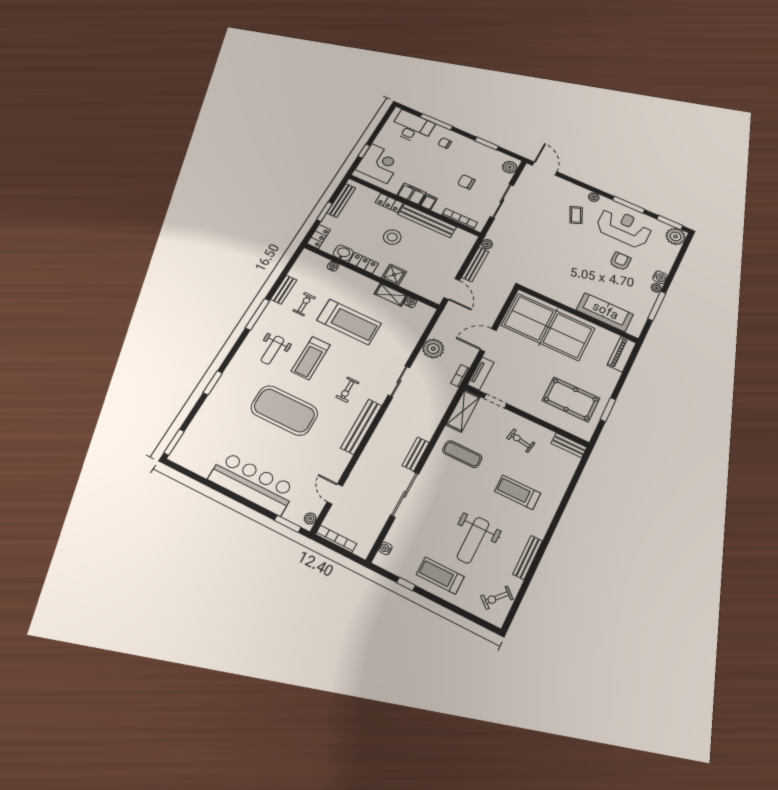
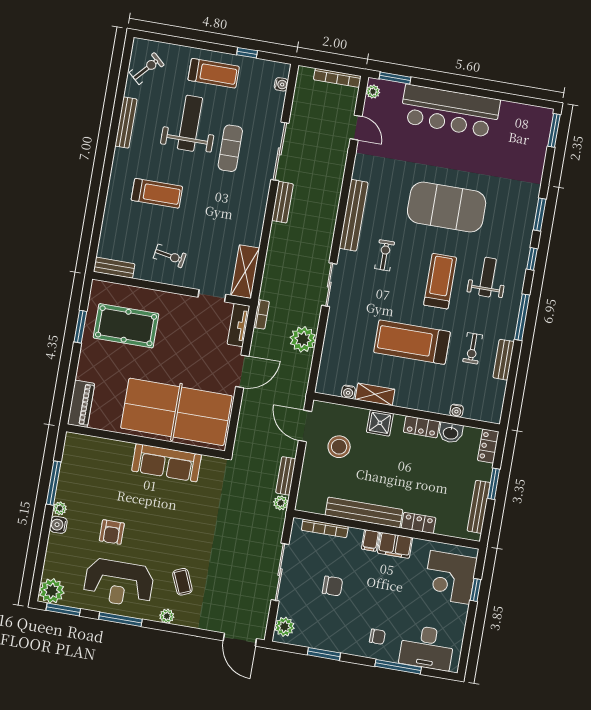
stool: (392, 237) -> (339, 447), moved
bench: (475, 264) -> (286, 476), width x0.73
sofa: (605, 312) -> (167, 463), moved
window: (232, 353) -> (532, 259), added
exercise mat: (462, 454) -> (230, 148), moved, turned 90

